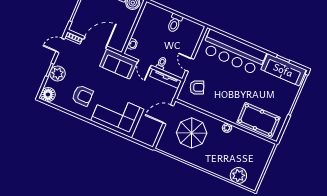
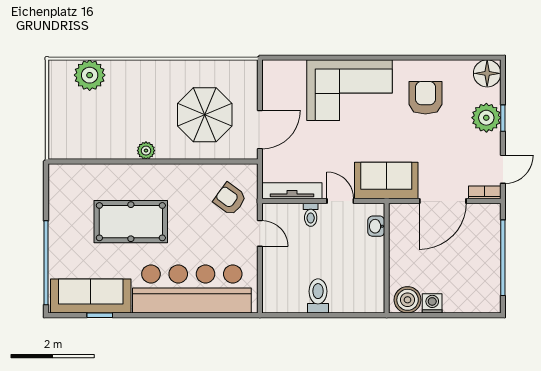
armchair: (197, 87) -> (230, 199), turned 59
armchair: (82, 96) -> (425, 98), turned 90
pool table: (258, 120) -> (131, 222), moved

